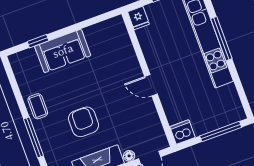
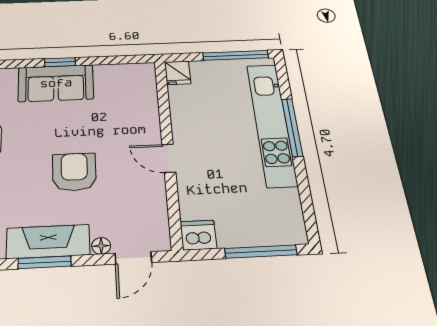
window: (38, 41) -> (60, 62), moved
armchair: (84, 122) -> (74, 172), moved

